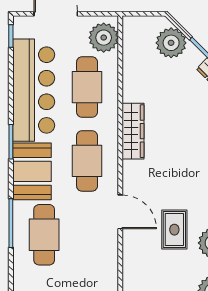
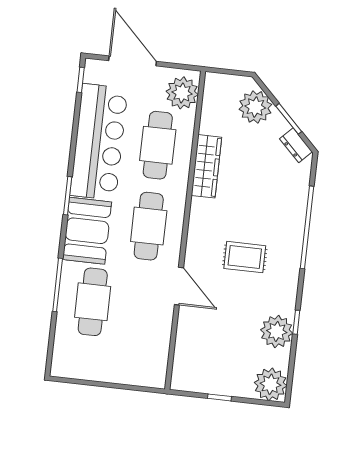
wardrobe: (133, 131) -> (206, 166), moved
rug: (174, 230) -> (245, 257), moved, turned 90

